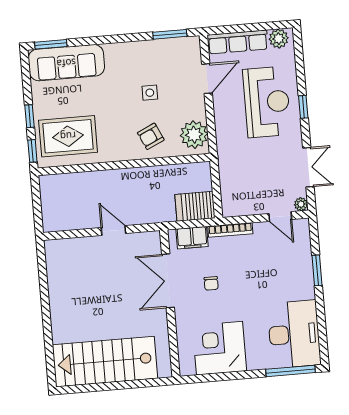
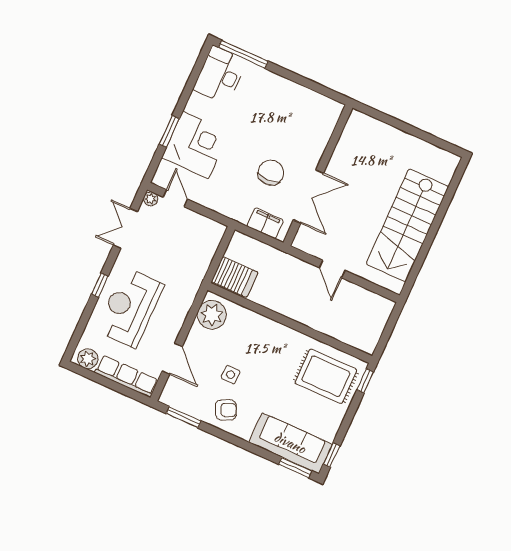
door: (207, 79) -> (172, 359), swing flipped
window: (30, 116) -> (332, 455), moved
armchair: (151, 136) -> (226, 410), moved
server rack: (195, 206) -> (235, 277), moved
bookcase: (230, 230) -> (227, 211), removed
chair: (211, 283) -> (271, 173), width x1.87, depth x1.87
desk: (294, 334) -> (220, 75), width x0.73, depth x0.77
corner desk: (219, 348) -> (195, 145), moved, turned -90
stairs: (105, 362) -> (407, 225), moved, turned 90

